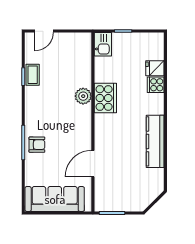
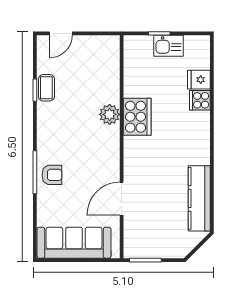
kitchen sink: (103, 44) -> (169, 46), moved, turned 90
kitchen counter: (155, 141) -> (199, 198), moved

